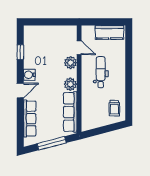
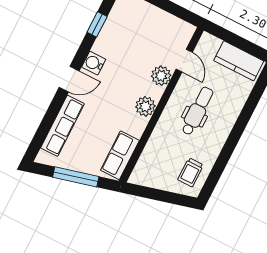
row of seats: (70, 112) -> (120, 155), width x0.68

